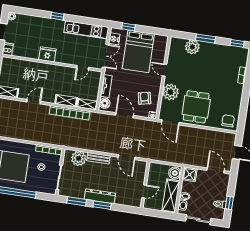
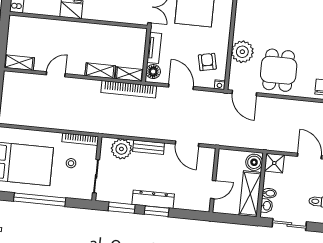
door: (83, 68) -> (121, 24), removed
door: (164, 70) -> (233, 22), removed
bookcase: (70, 113) -> (129, 89), moved

